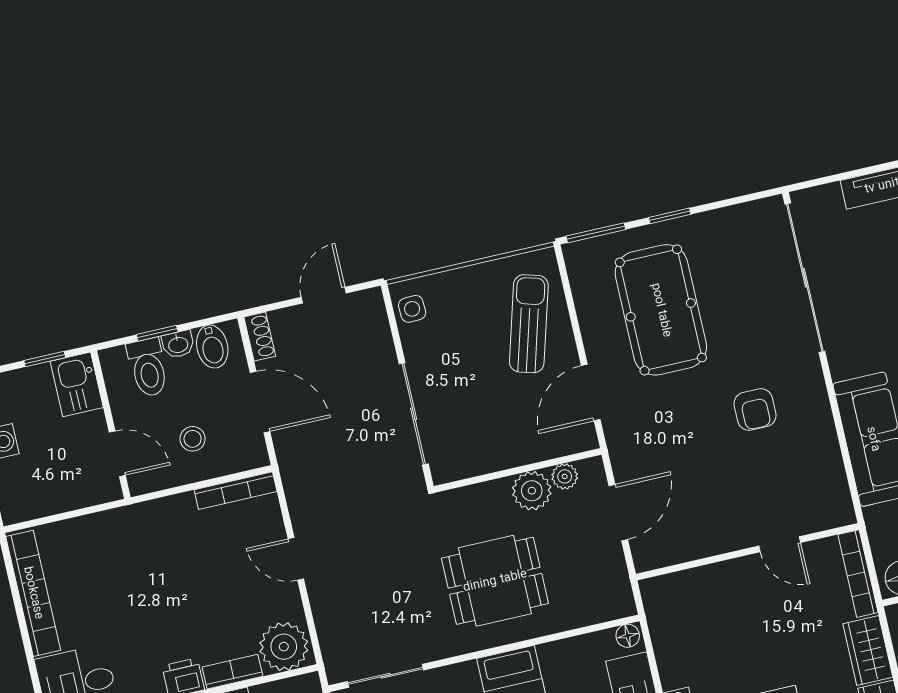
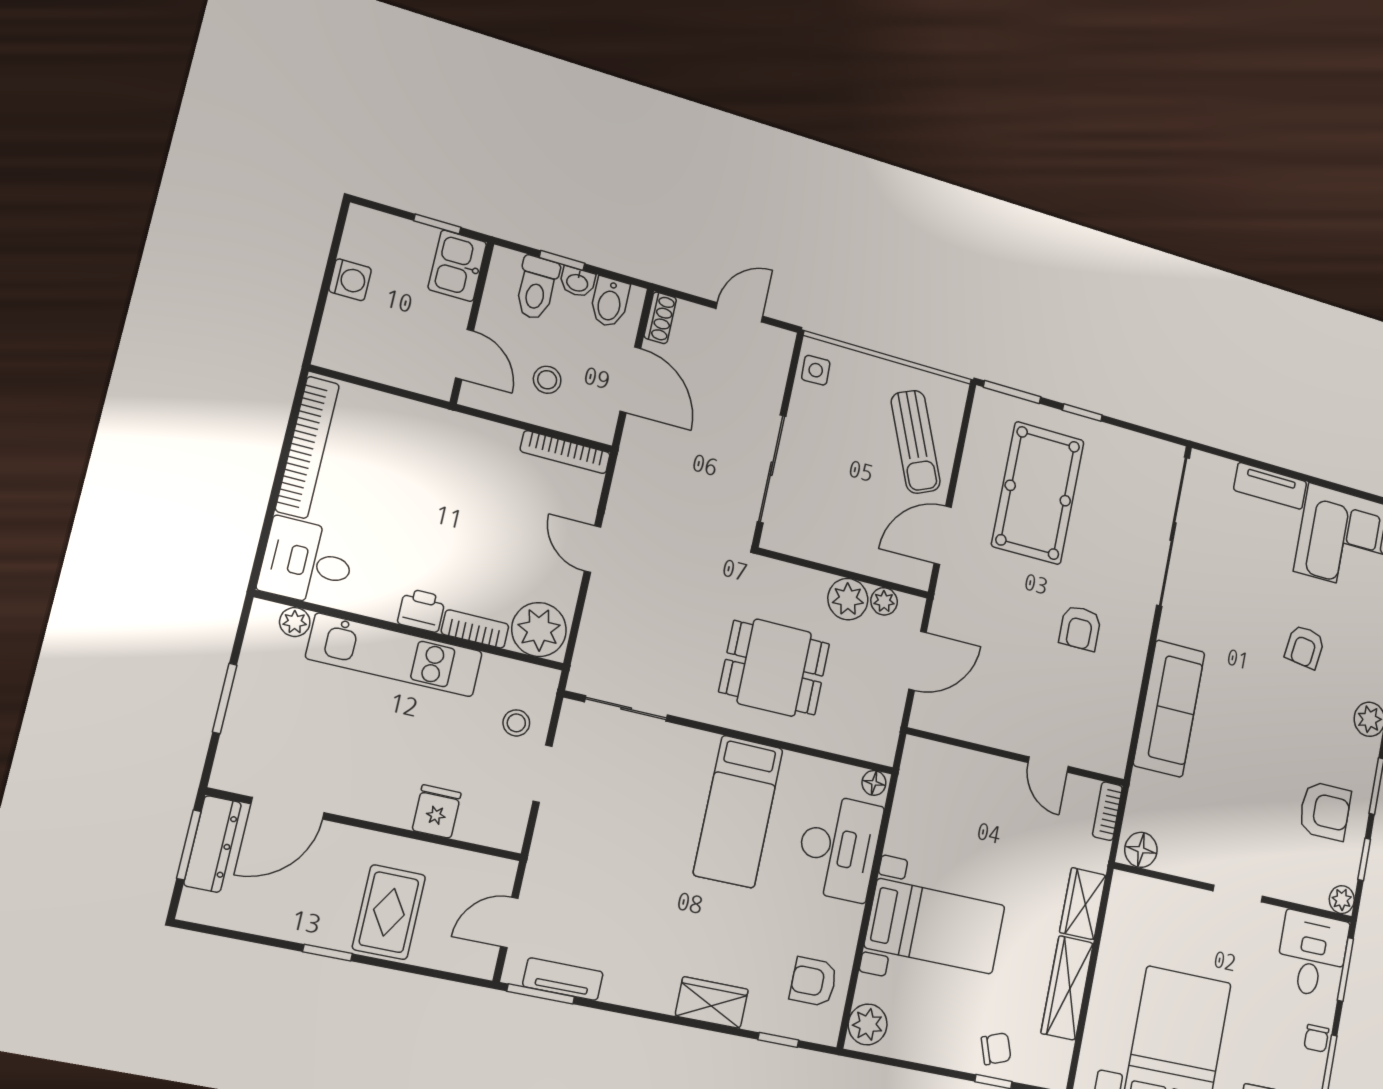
sun lounger: (529, 324) -> (916, 442), turned 141
bookcase: (858, 574) -> (1107, 811), width x0.64

